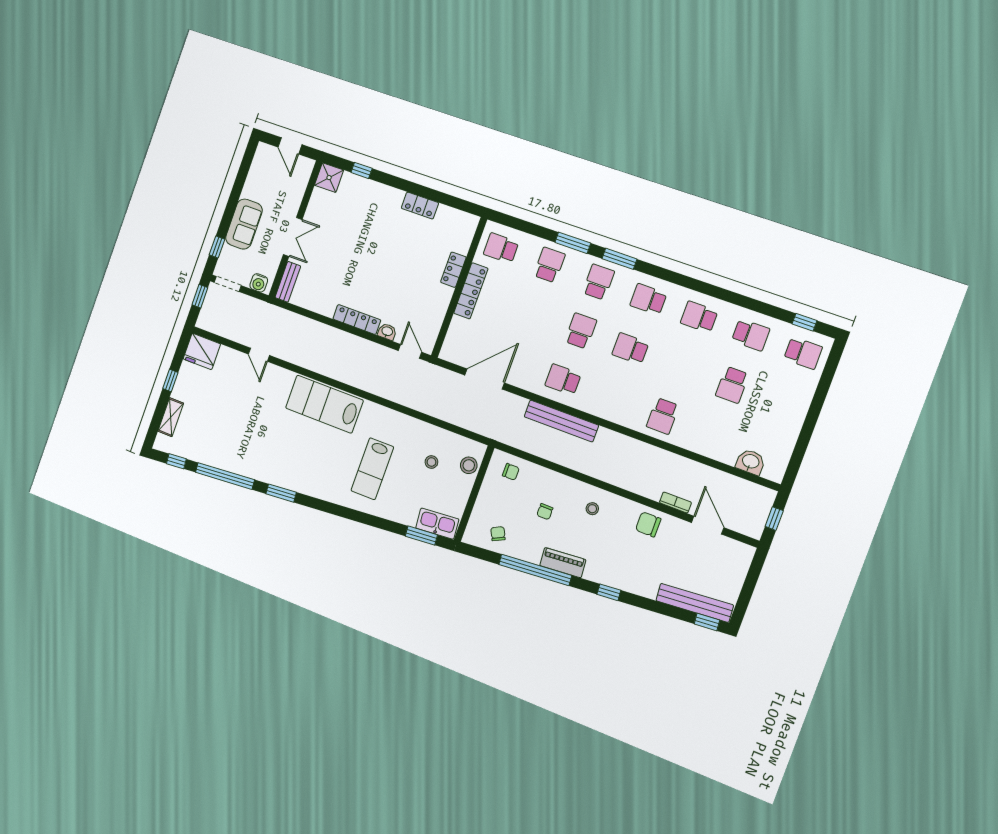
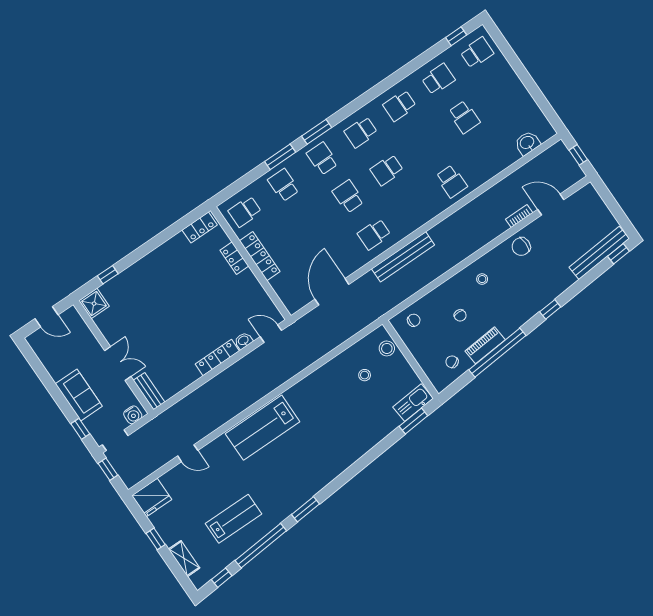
locker: (420, 206) -> (200, 228), moved
lab bench: (372, 469) -> (234, 519), moved, turned -90
piano: (563, 563) -> (485, 345), moved

